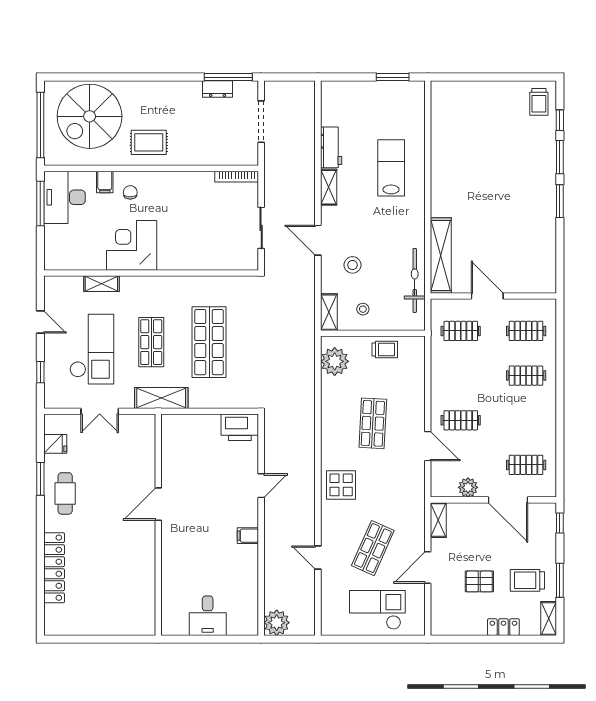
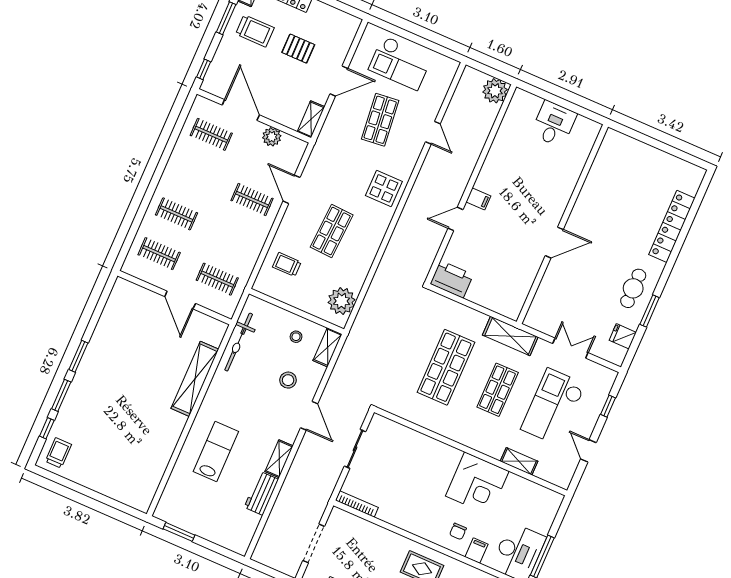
lab bench: (391, 168) -> (216, 452), turned 180
shelving: (441, 255) -> (195, 379), moved
trolley: (385, 350) -> (287, 264), moved
filing cabinet: (248, 536) -> (478, 199), moved
shop shelf: (373, 548) -> (380, 120), turned -30

